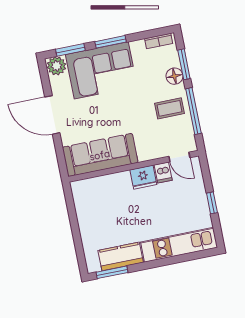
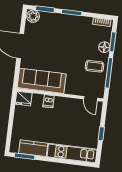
corner sofa: (101, 70) -> (60, 28), removed
dishwasher: (163, 172) -> (49, 101), moved
fridge: (143, 177) -> (24, 99), moved

